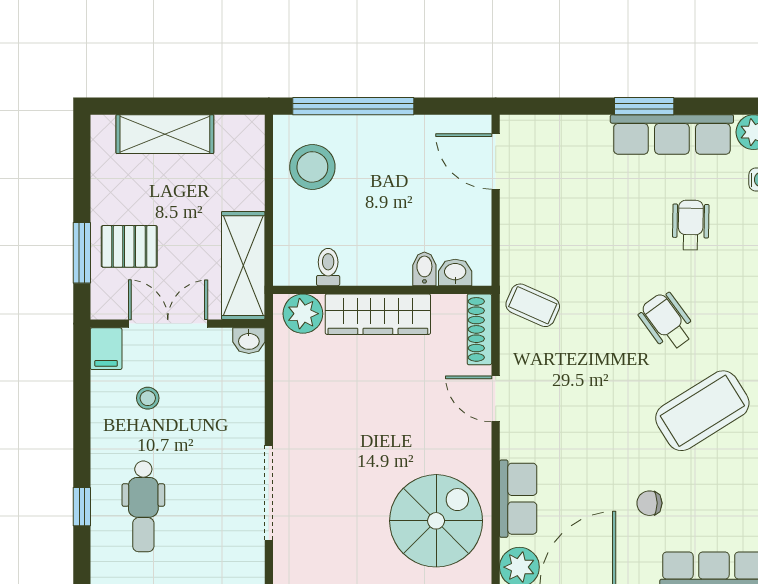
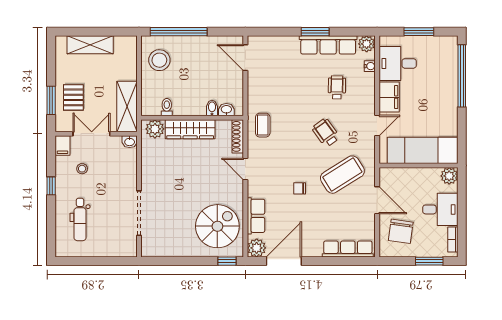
pallet: (129, 246) -> (73, 97), turned 90
coffee table: (533, 305) -> (263, 125), turned 66
chair: (649, 503) -> (300, 188), moved
window: (82, 507) -> (51, 186), moved

